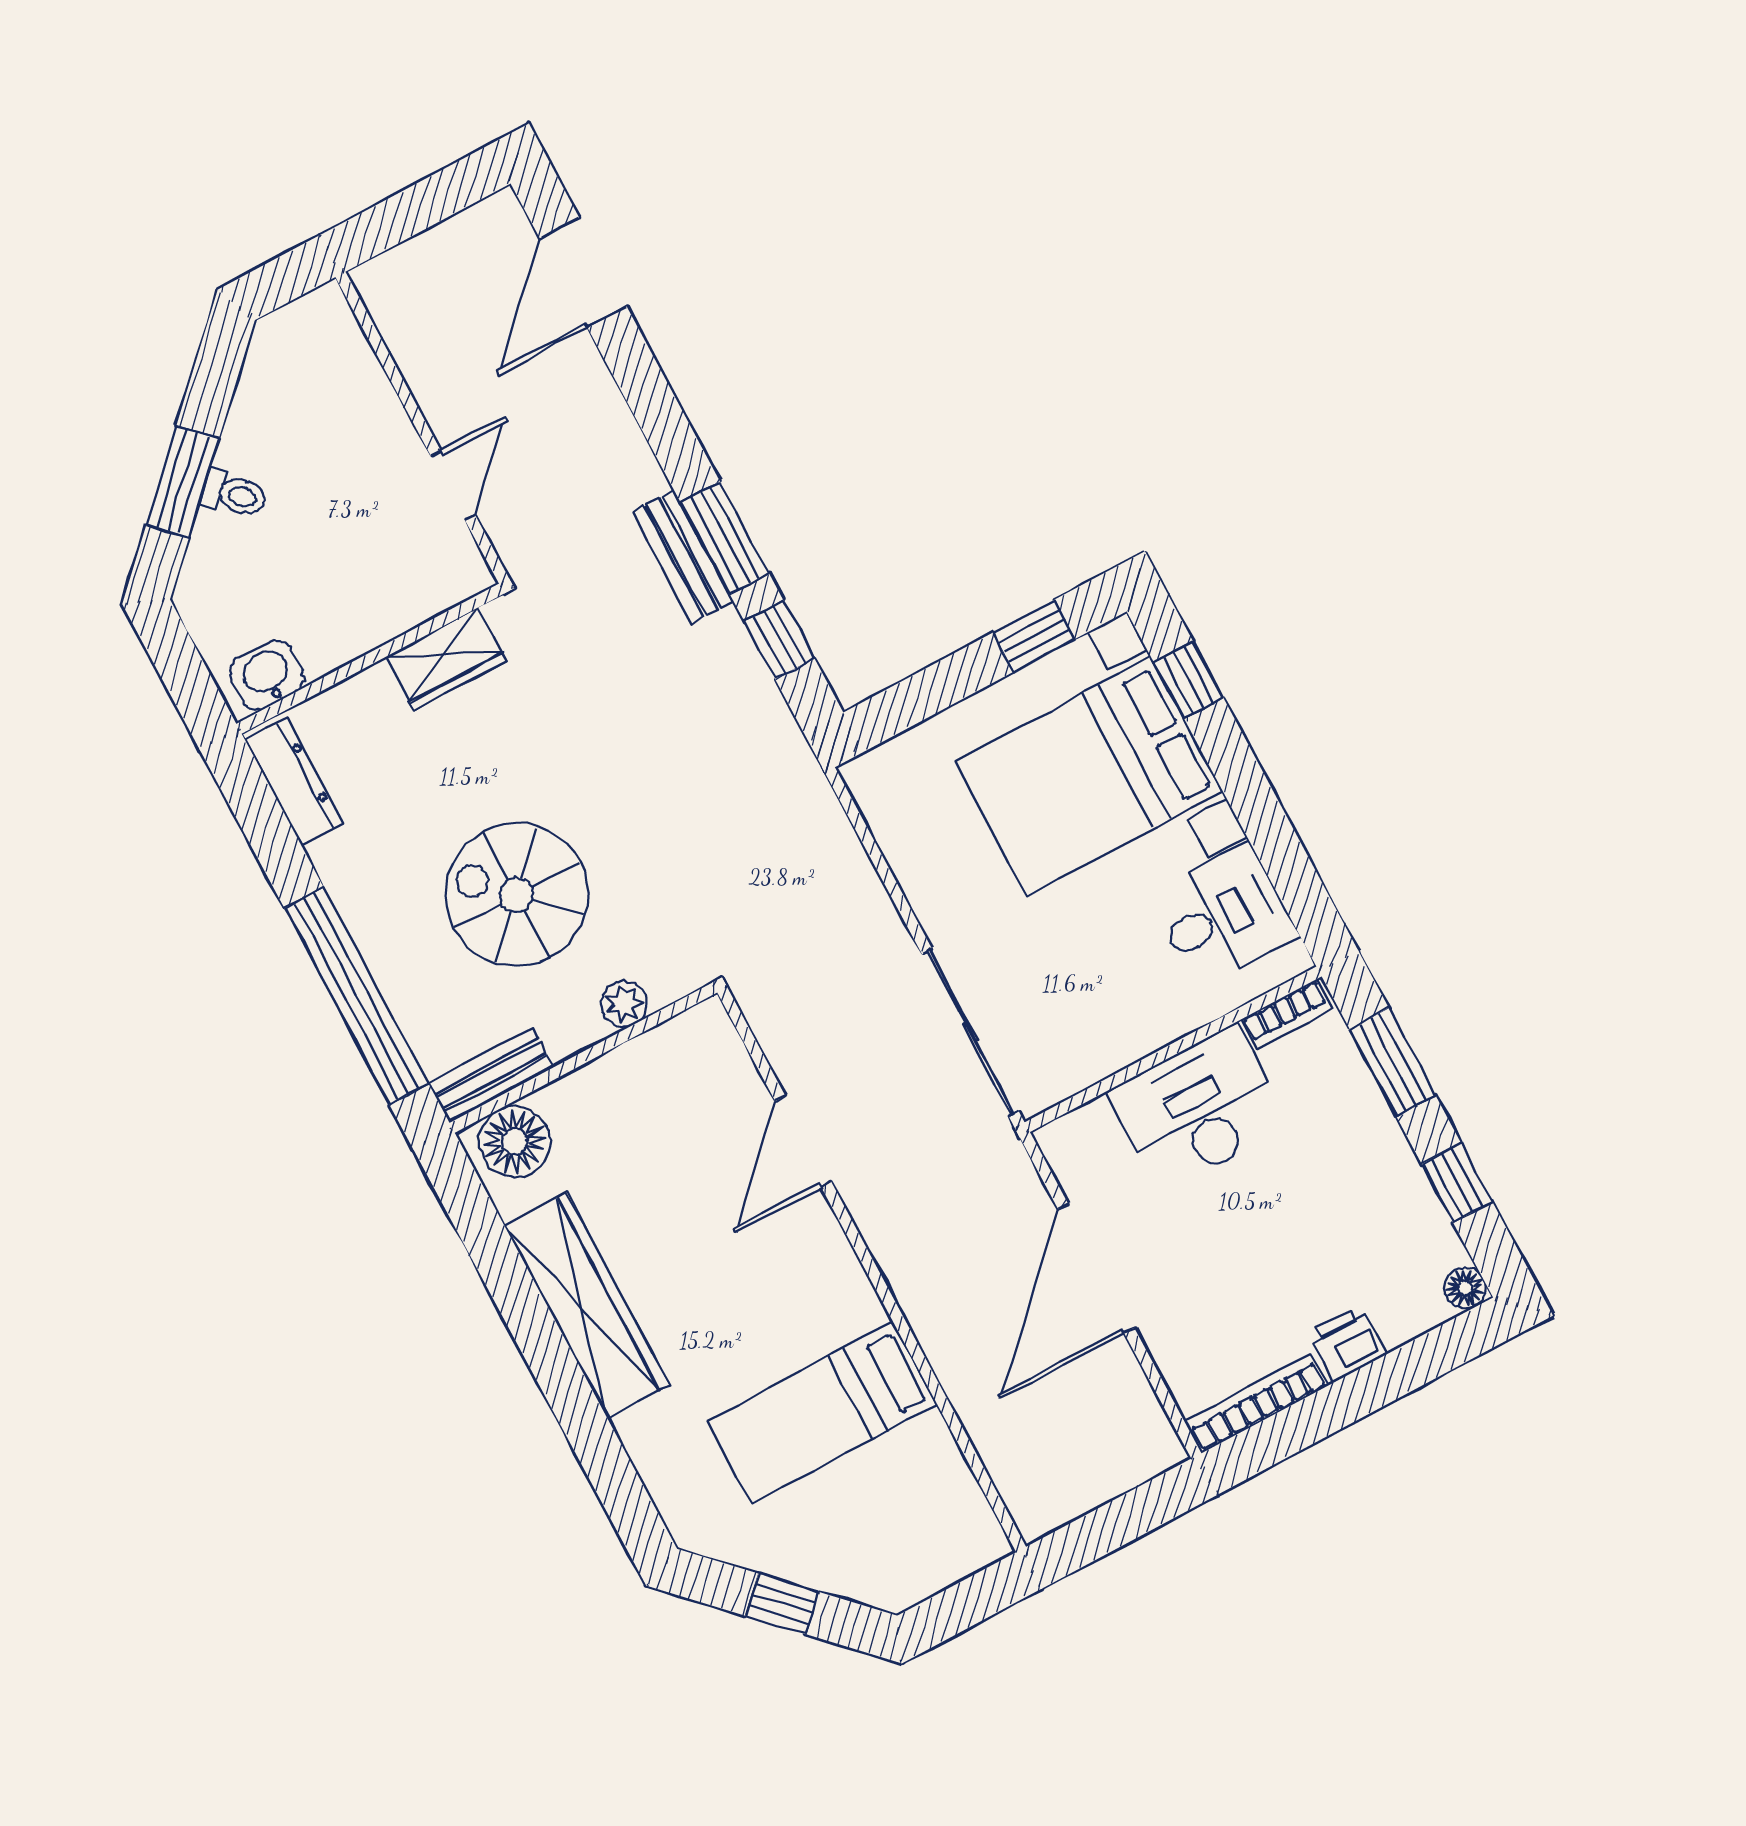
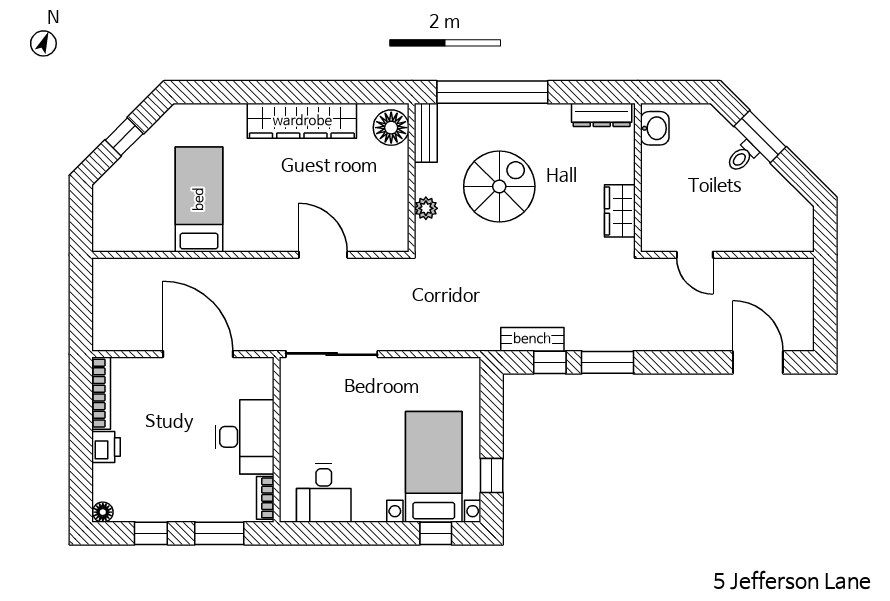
bench: (683, 557) -> (532, 339), moved
bed with nightstands: (1089, 776) -> (434, 467), width x0.73

